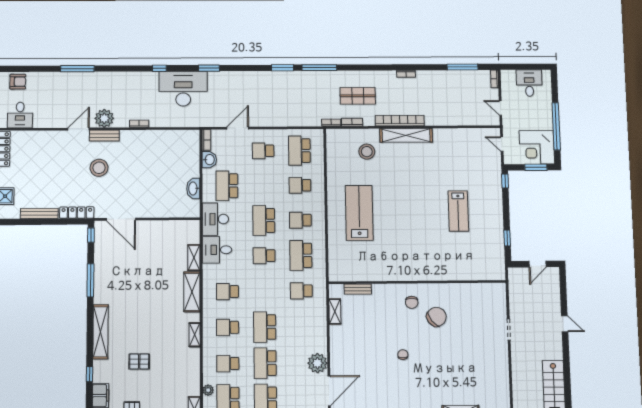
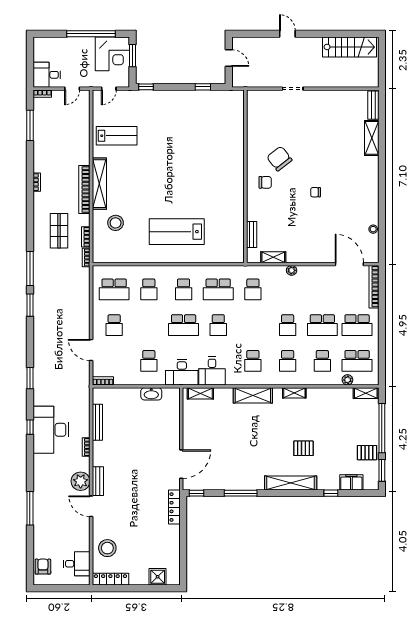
desk: (529, 83) -> (47, 75), moved
desk: (183, 89) -> (51, 430), moved
washbasin: (209, 160) -> (123, 378), removed
stool: (99, 168) -> (107, 548), moved
school desk: (227, 186) -> (149, 361), width x0.54
lab bench: (458, 211) -> (117, 136), moved
bench: (39, 213) -> (97, 422), moved
shelving: (194, 258) -> (200, 393), moved
door: (565, 324) -> (287, 34), hinge flipped
school desk: (265, 327) -> (288, 325), width x0.54
pallet: (139, 361) -> (303, 448), moved, turned 90
plant: (317, 363) -> (292, 270), moved, width x0.53, depth x0.53

